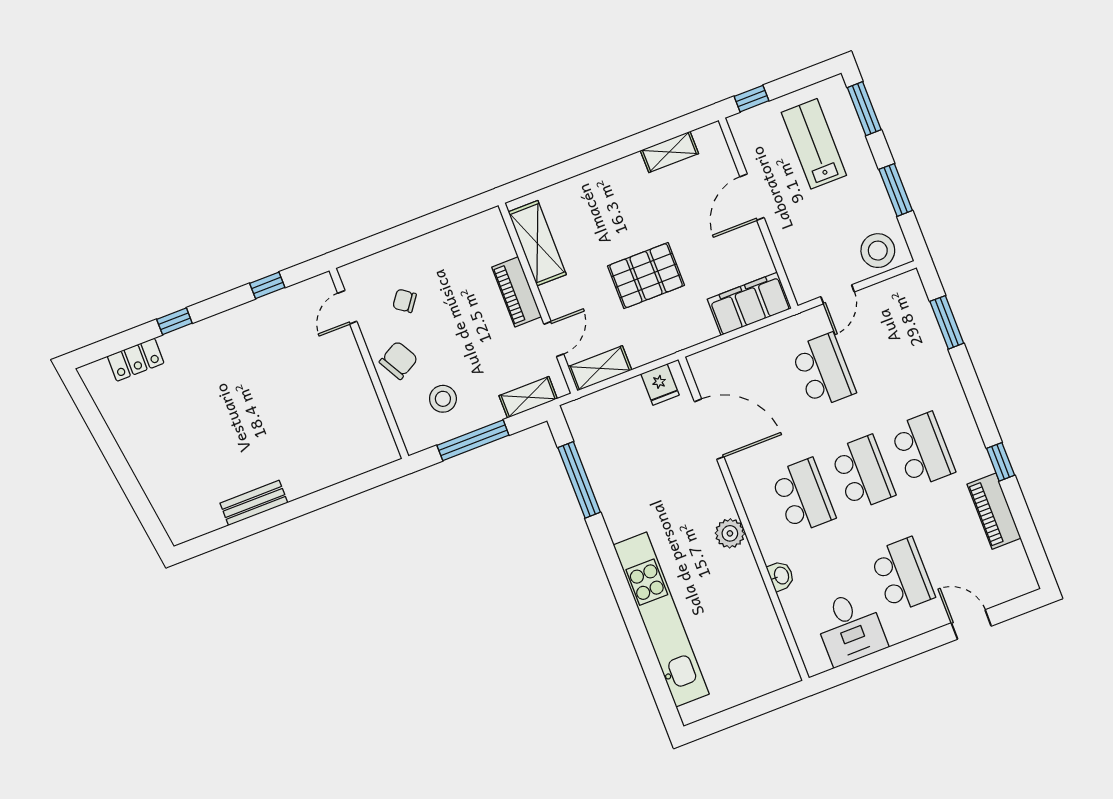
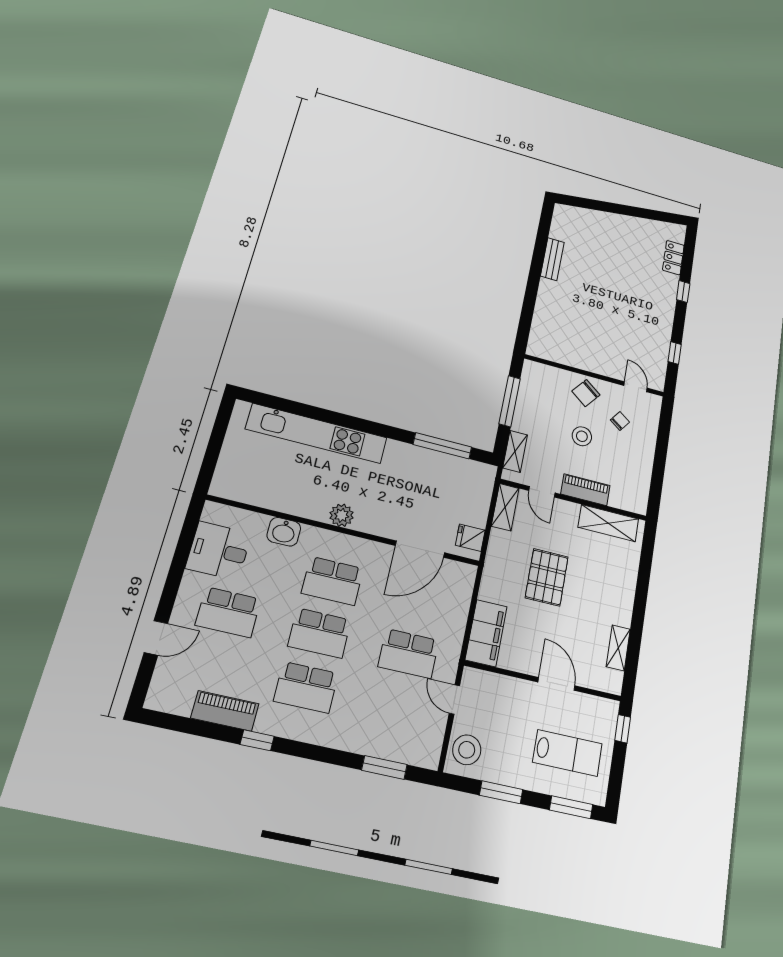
chair: (399, 360) -> (586, 393), turned 67
stool: (443, 399) -> (582, 436), moved
washbasin: (781, 576) -> (284, 532), width x1.38, depth x1.45

